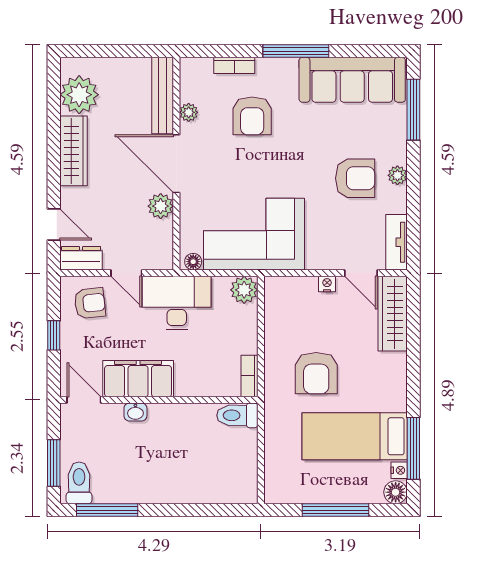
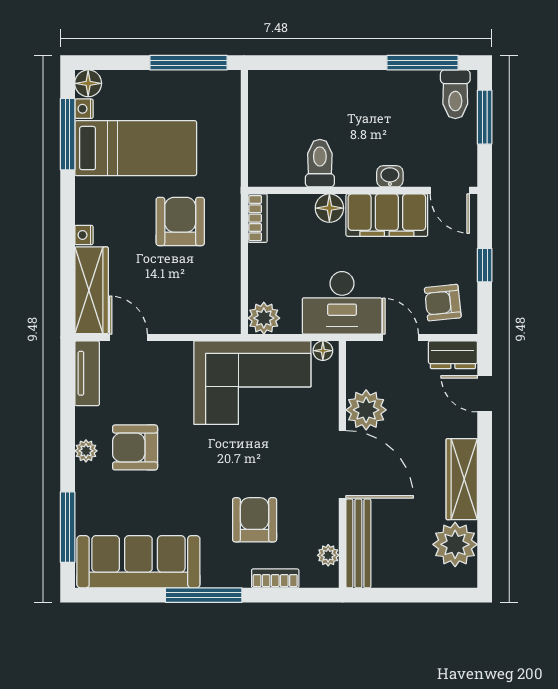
plant: (189, 112) -> (328, 555), moved
plant: (161, 206) -> (366, 410), width x1.36, depth x1.36
nightstand: (327, 284) -> (84, 235), moved, turned 90
floor lamp: (188, 385) -> (329, 208), added
toilet: (237, 415) -> (320, 163), moved, turned -90
window: (336, 510) -> (189, 63), moved

